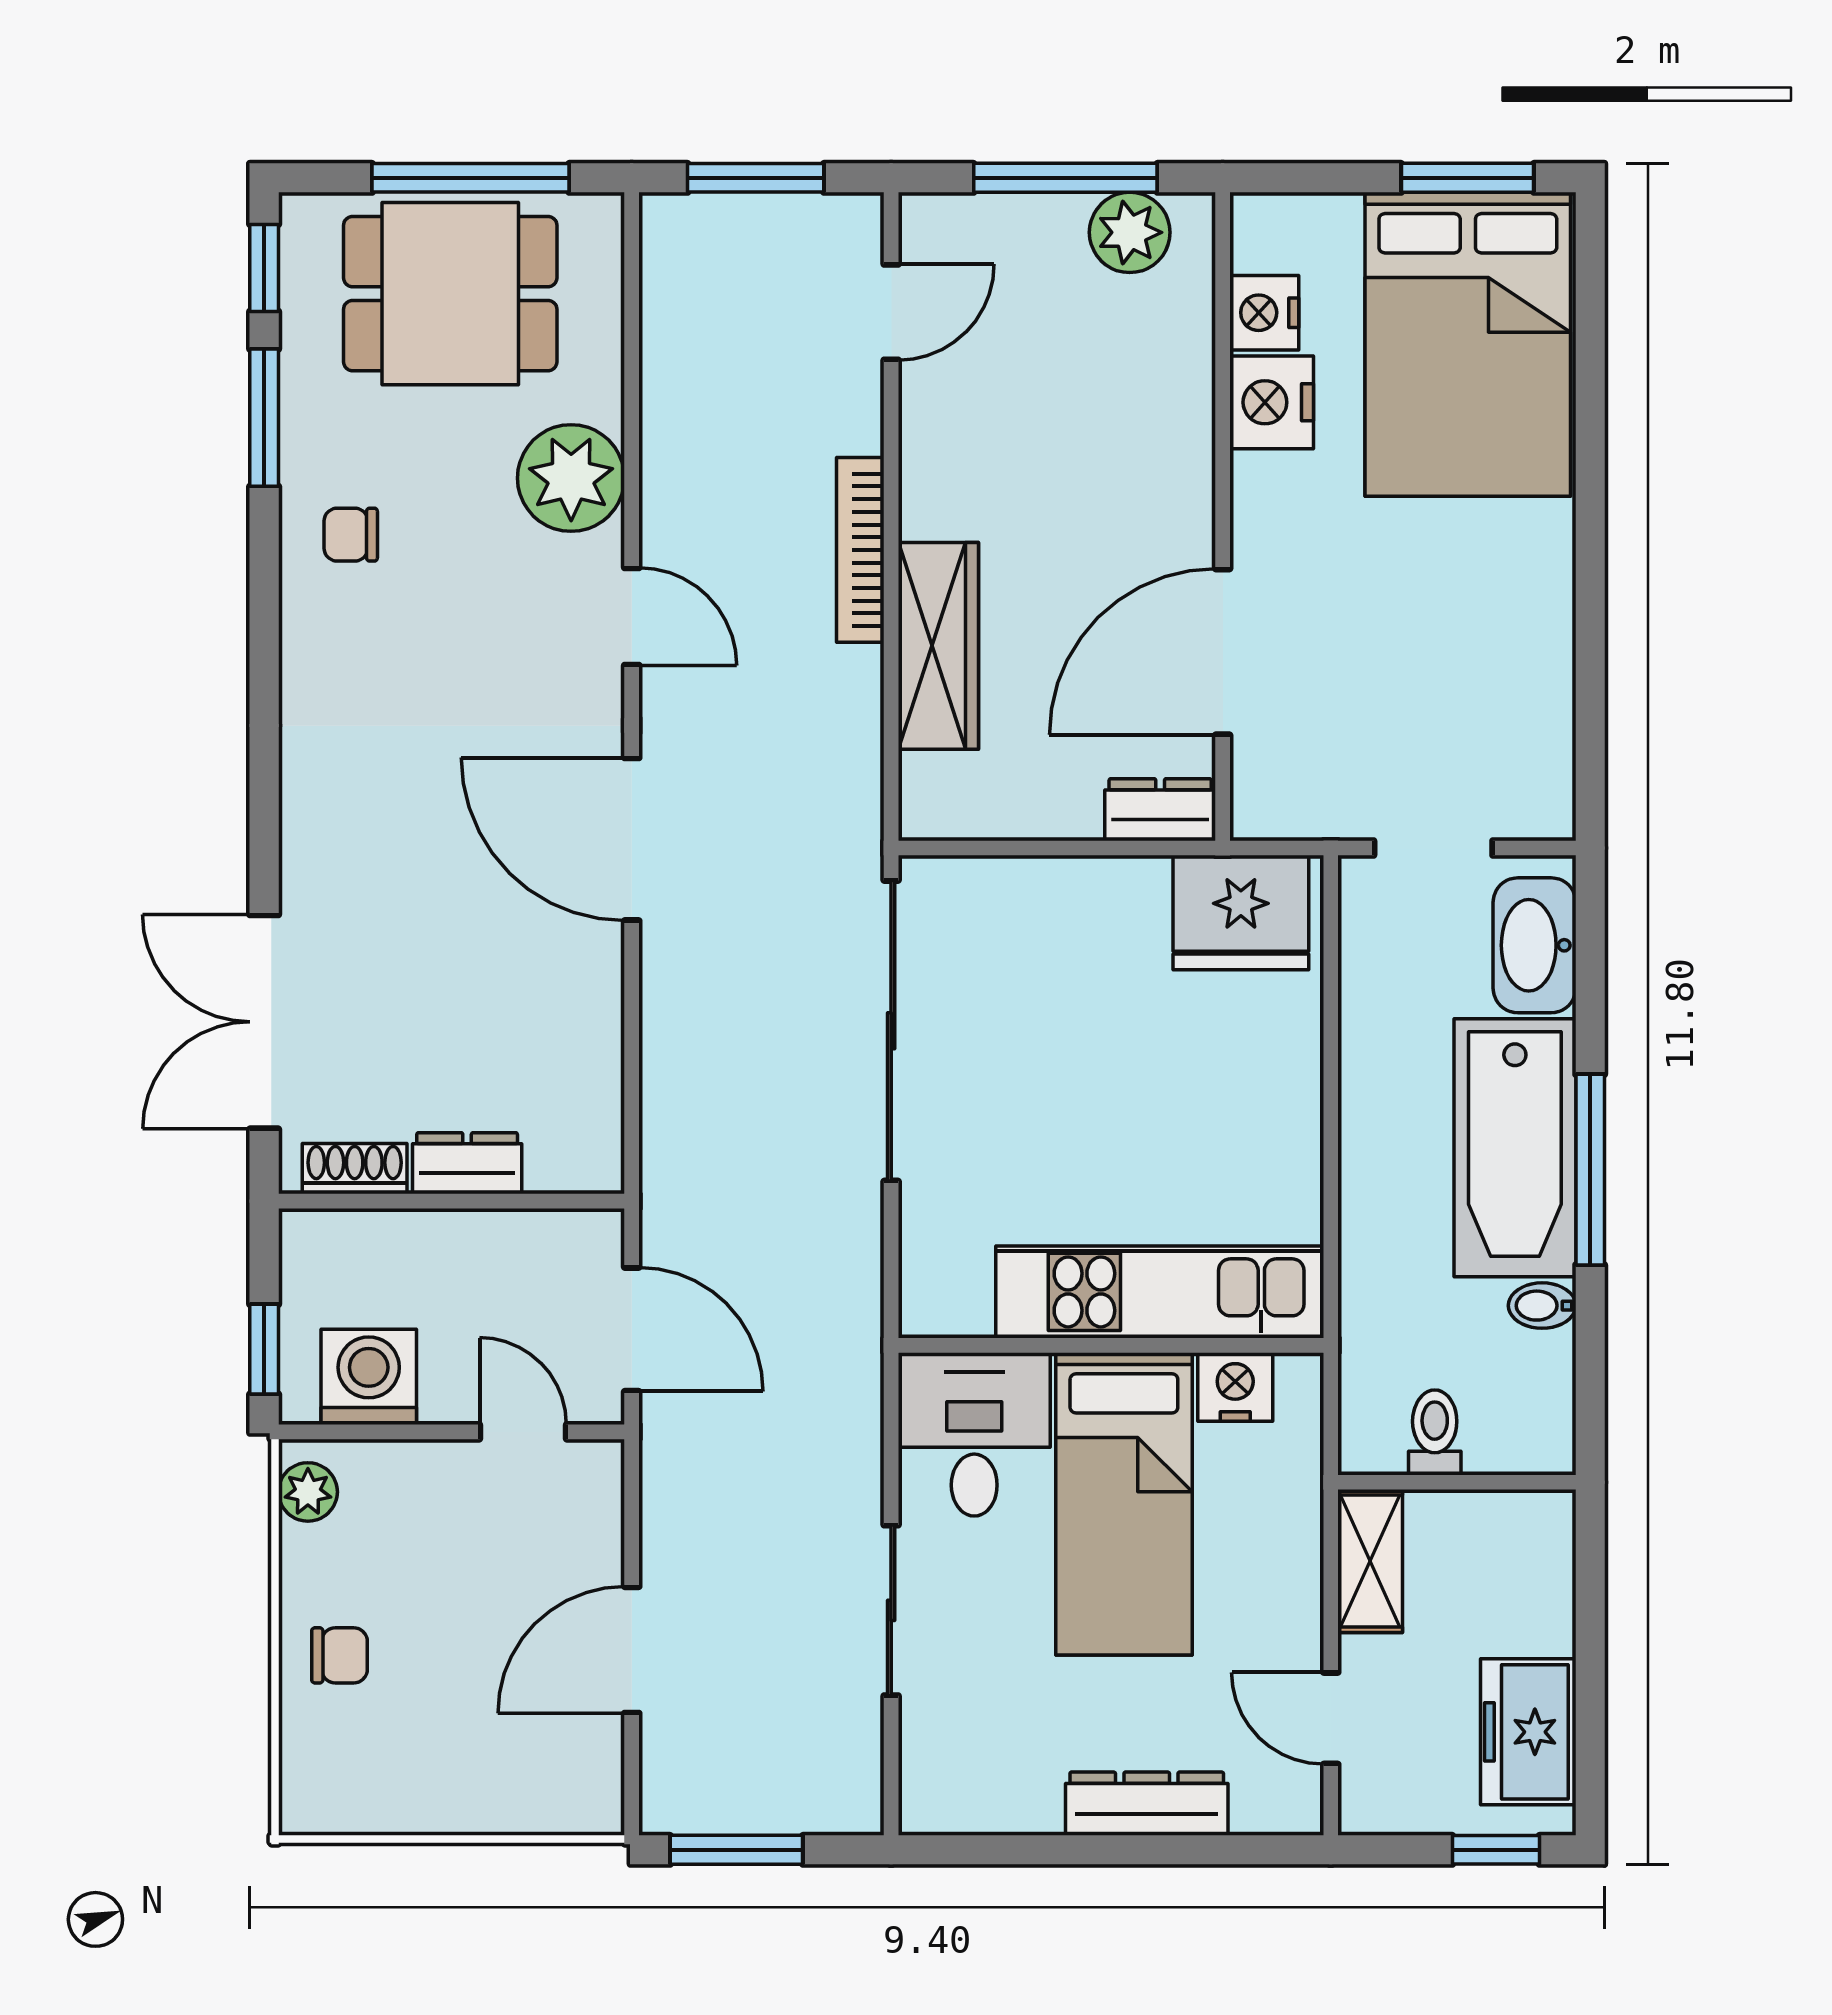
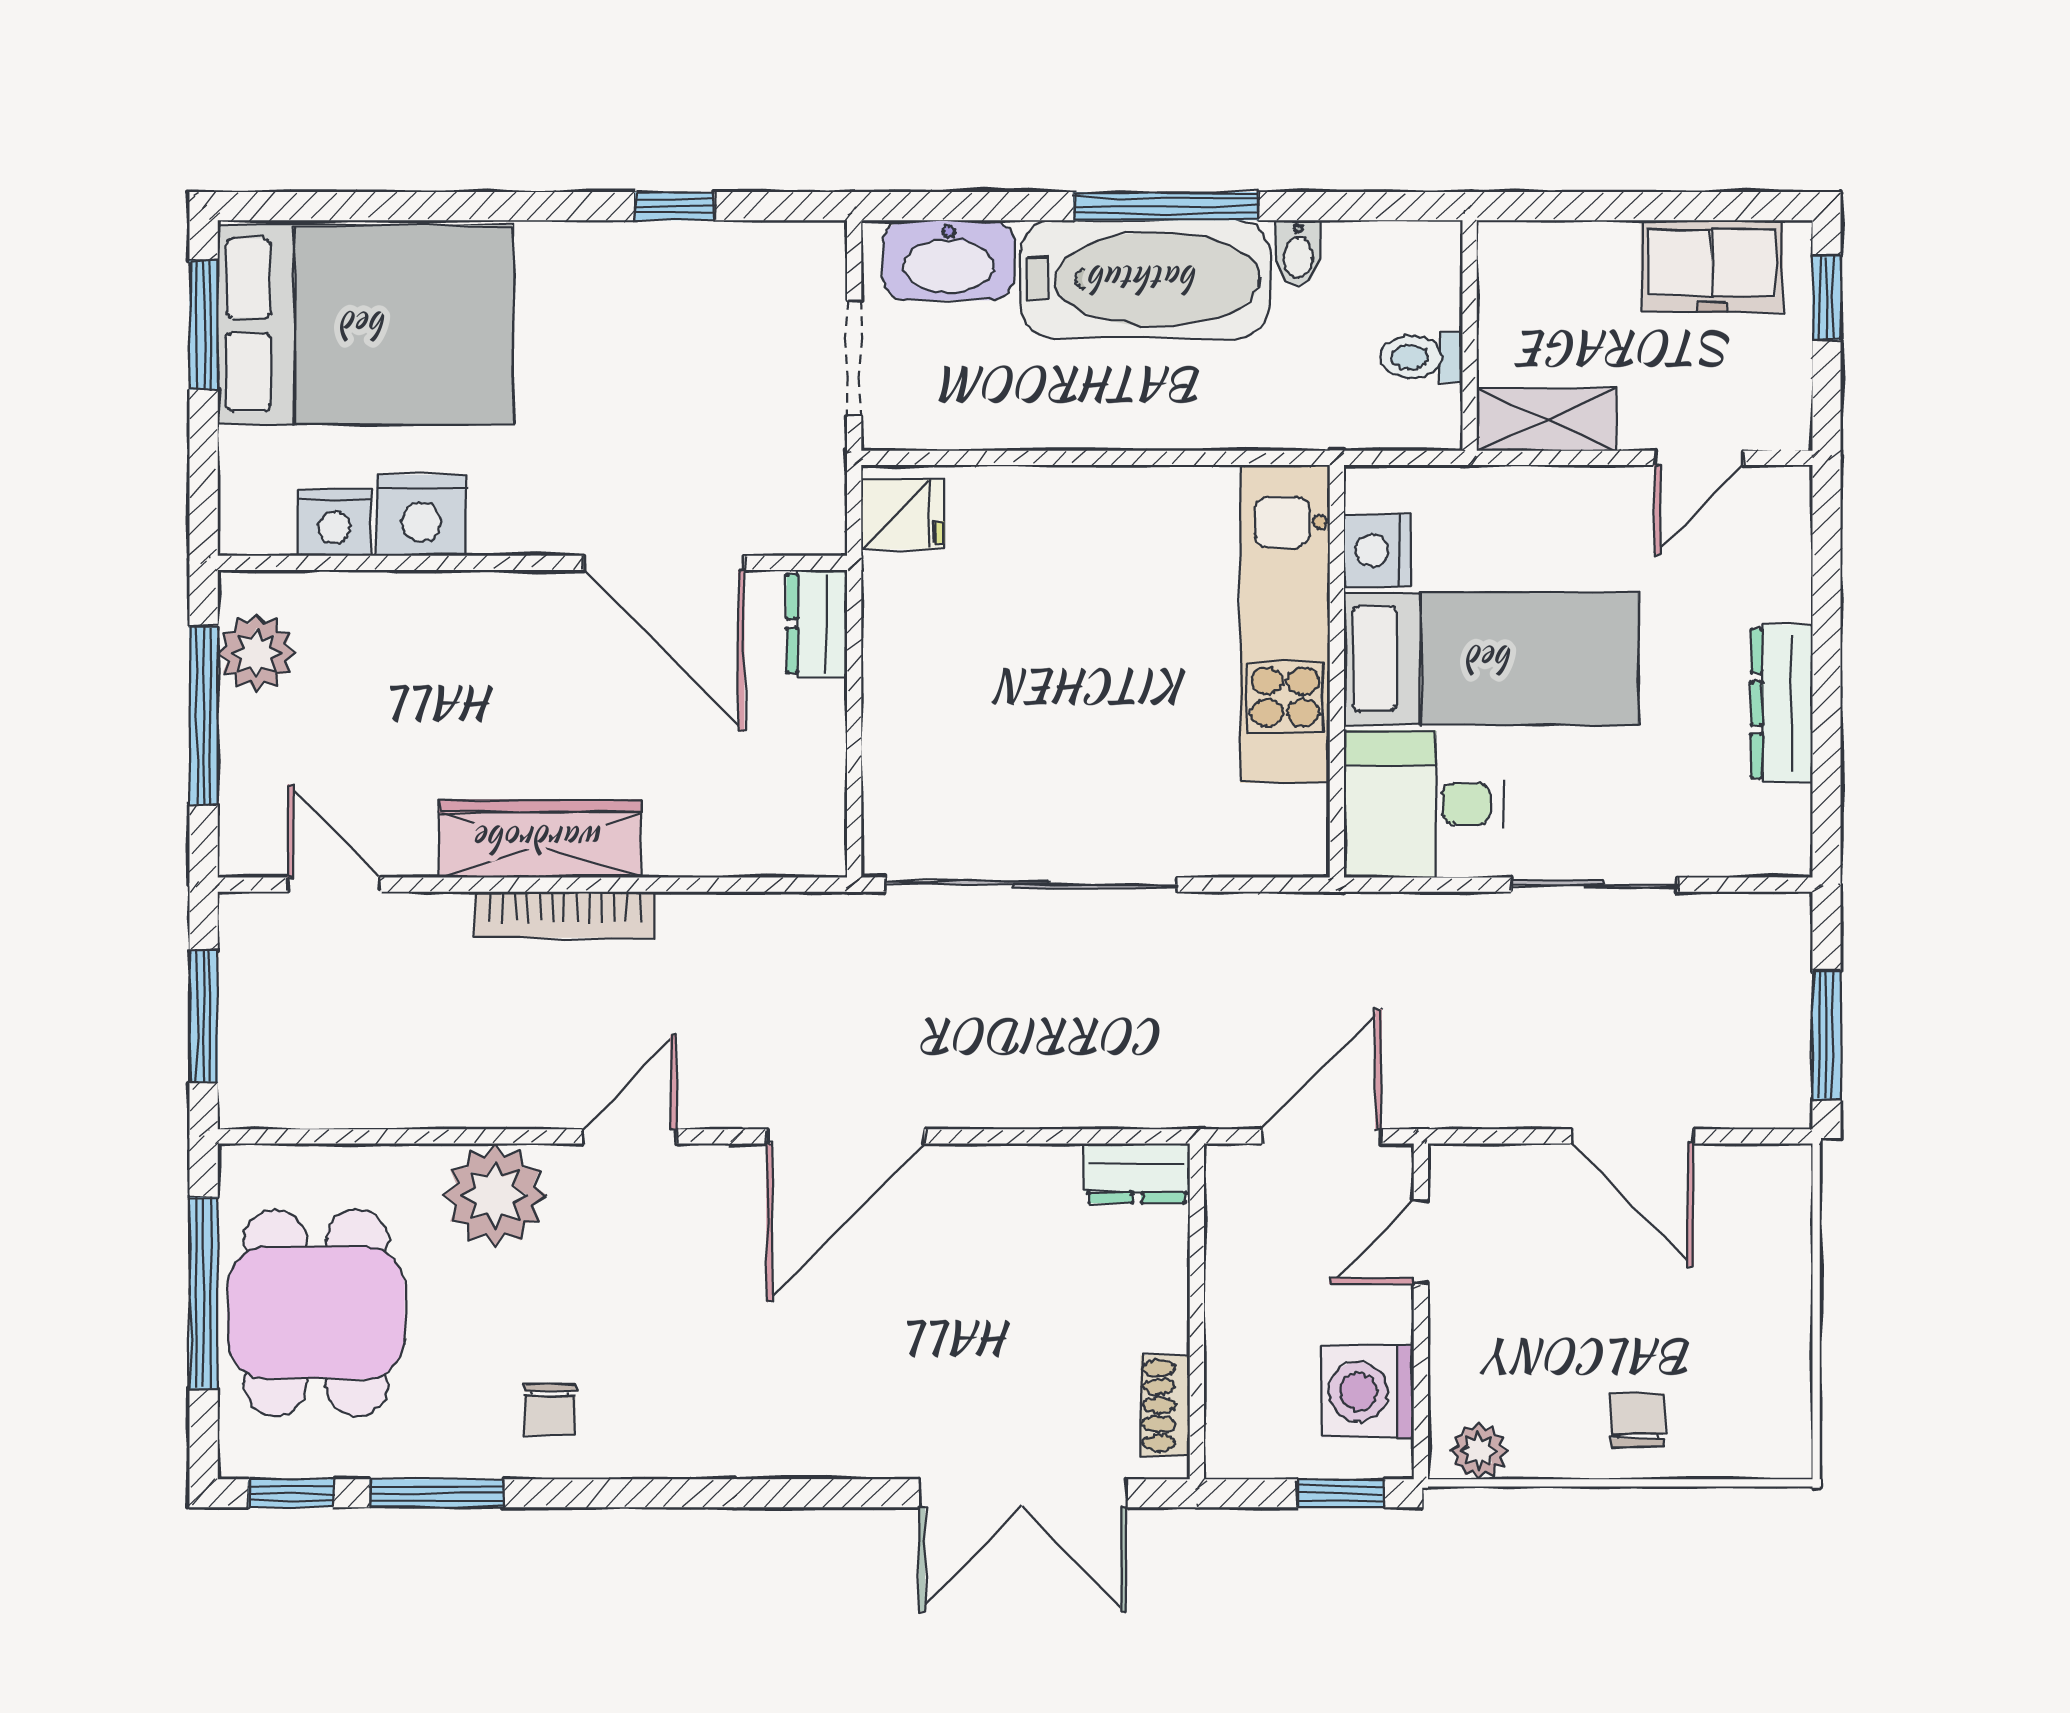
wardrobe: (938, 646) -> (540, 839), moved
window: (1590, 663) -> (675, 206), added
fridge: (1241, 913) -> (903, 514), width x0.53, depth x0.75
dresser: (467, 1163) -> (1137, 1173), moved, turned -90
dresser: (1147, 1804) -> (1782, 703), moved

